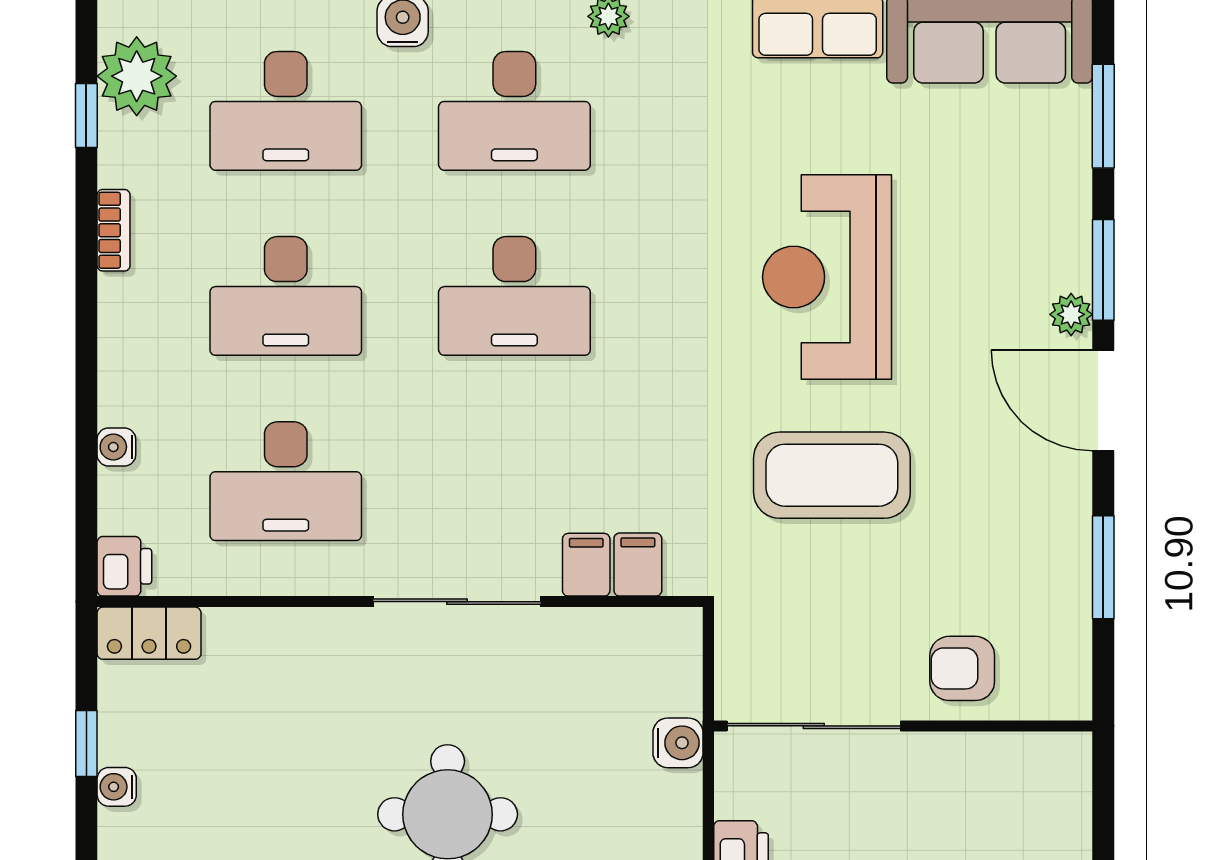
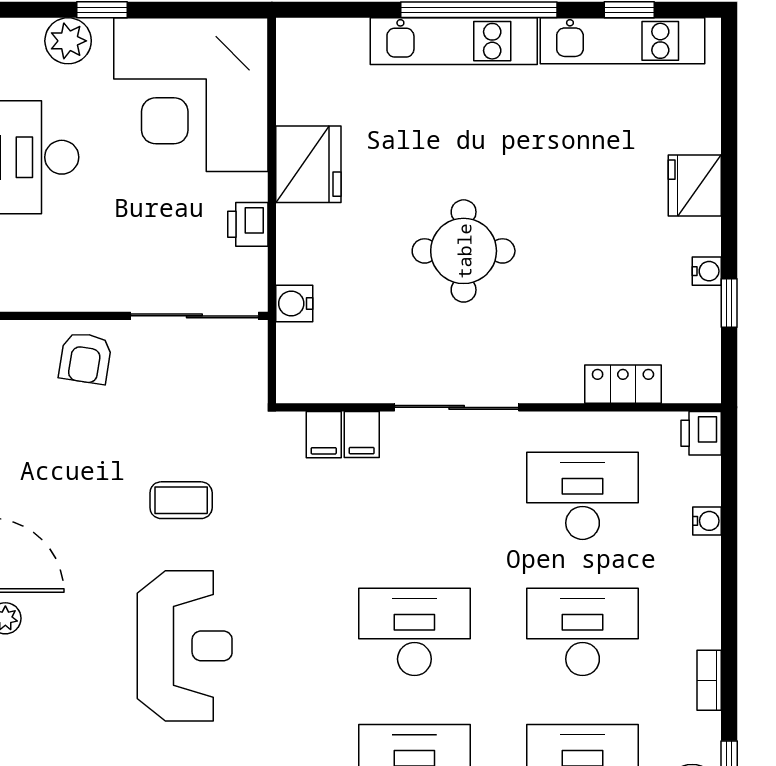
coffee table: (832, 475) -> (181, 500), width x0.54, depth x0.58
locker: (149, 633) -> (623, 384), moved
armchair: (962, 668) -> (85, 358), turned 99

